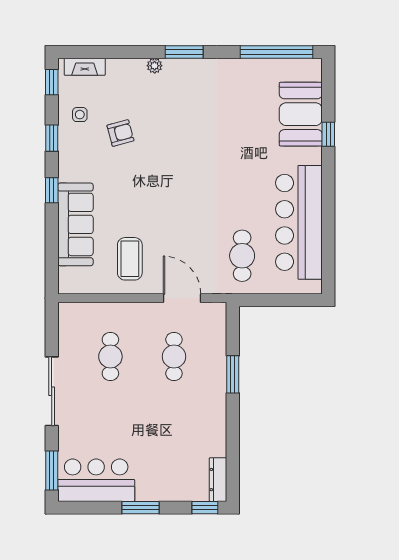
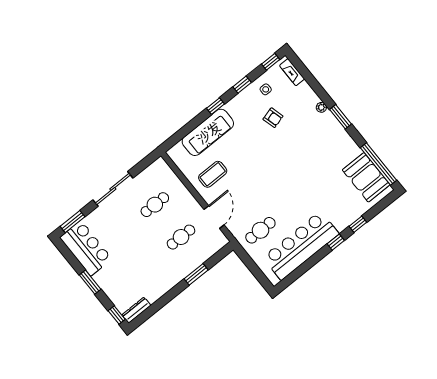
booth: (301, 114) -> (366, 177), moved, turned 90
window: (328, 178) -> (336, 242), added

